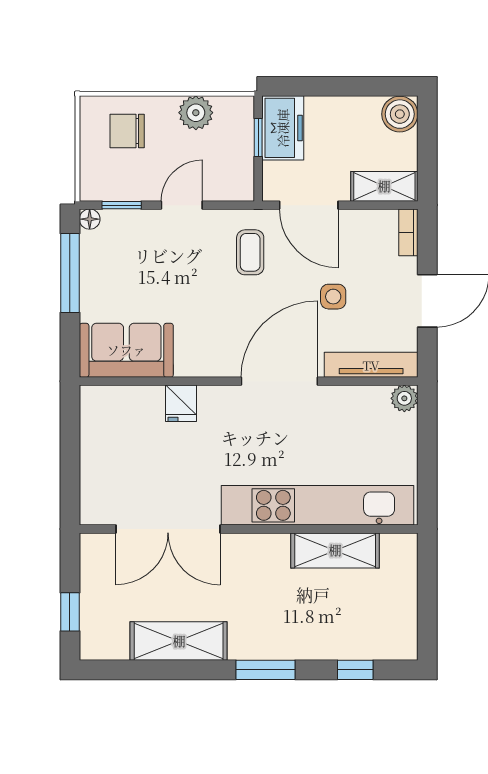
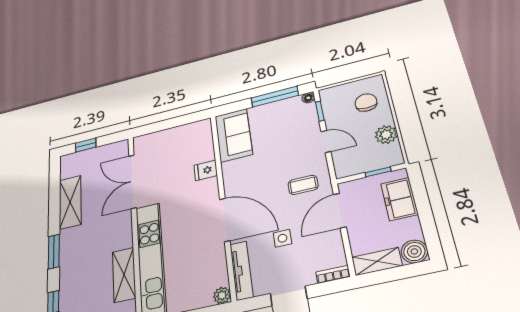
freezer: (283, 128) -> (399, 199), moved, turned 90
shelving: (384, 186) -> (377, 261), moved, turned 90

